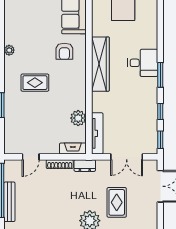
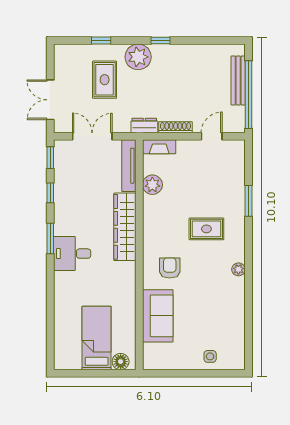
wardrobe: (100, 64) -> (125, 227), moved

